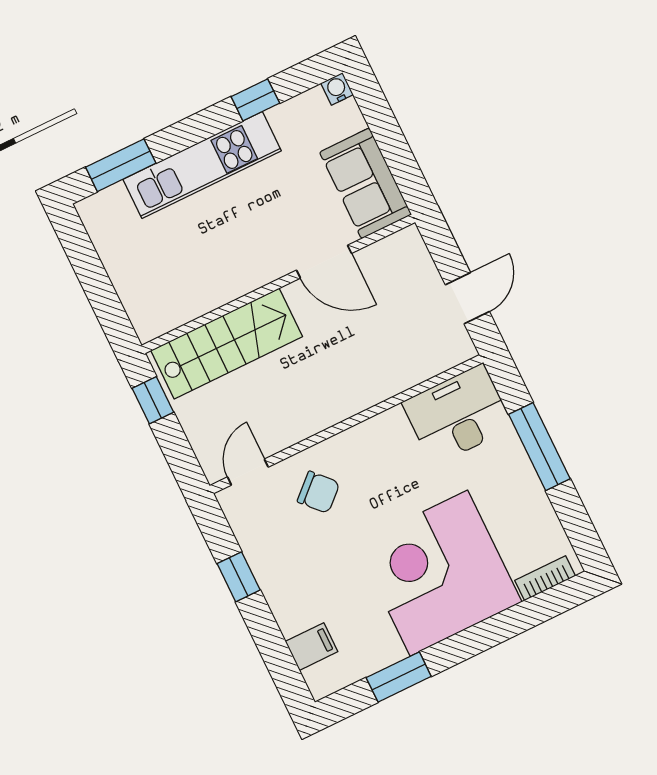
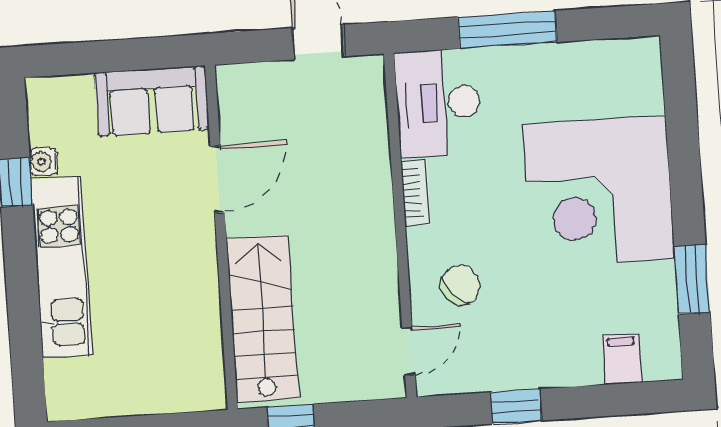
water cooler: (337, 89) -> (44, 162), moved
window: (121, 165) -> (27, 354), removed
door: (248, 472) -> (409, 351), swing flipped
bookcase: (545, 578) -> (416, 193), moved, turned 180

